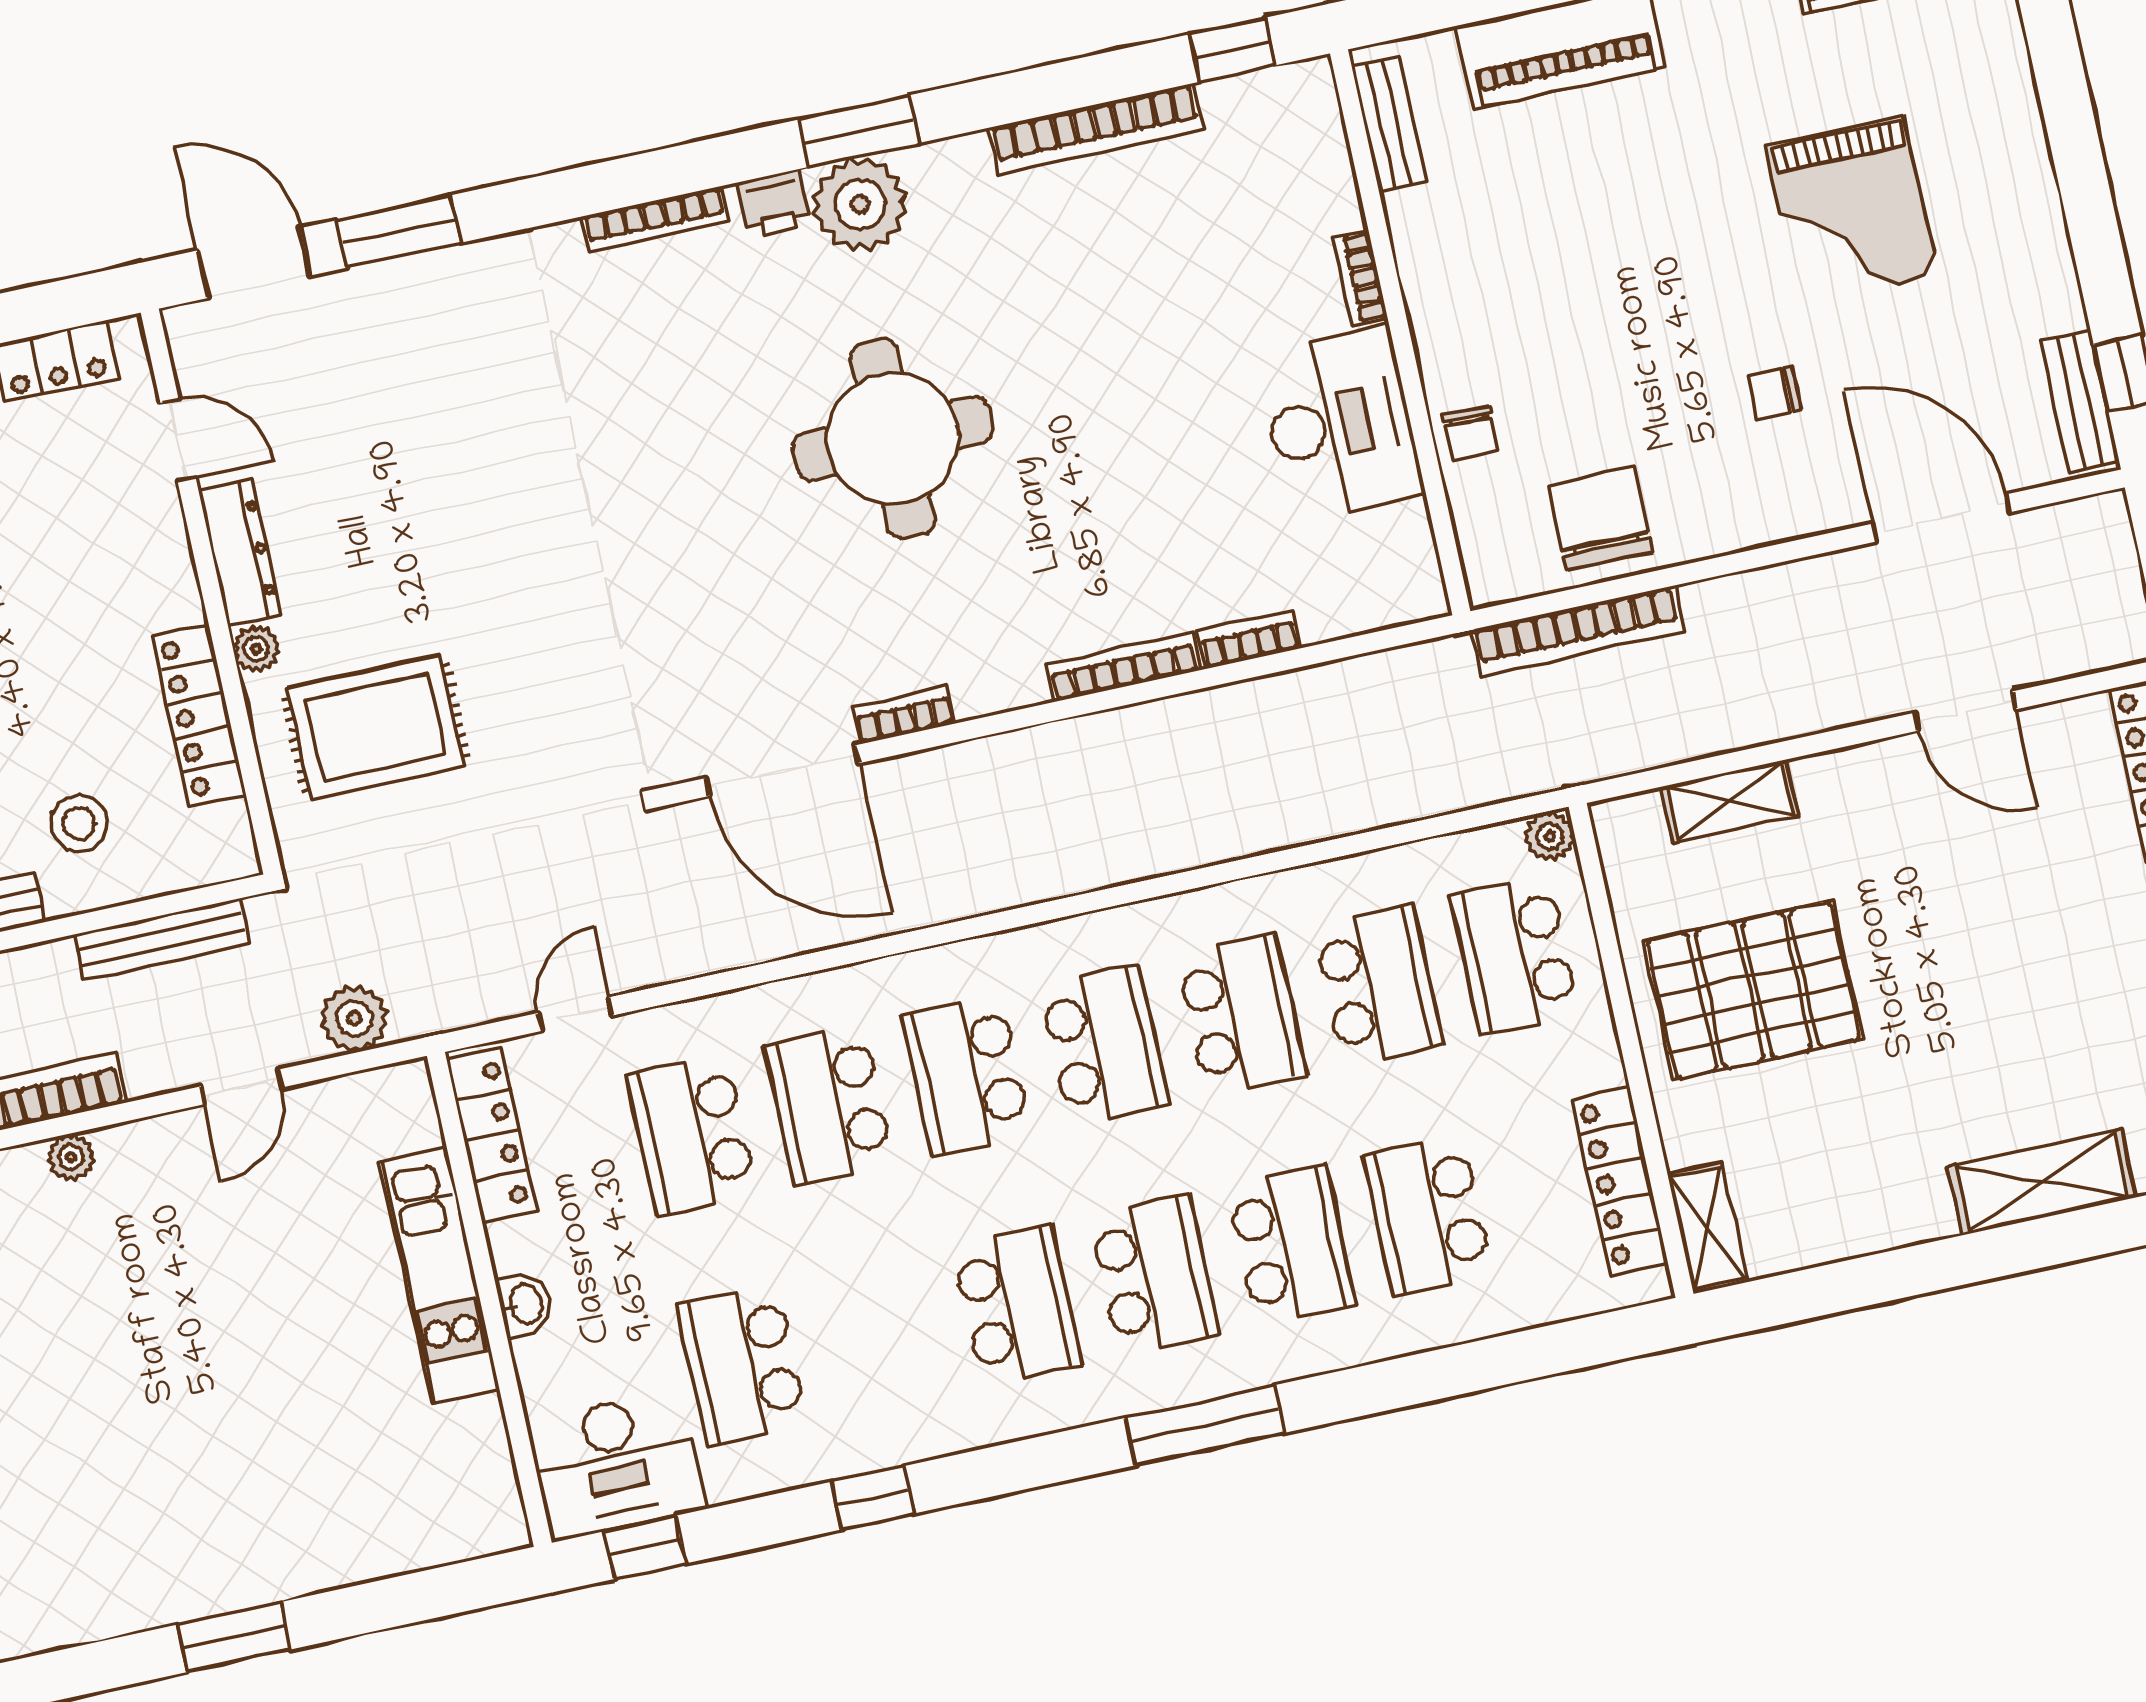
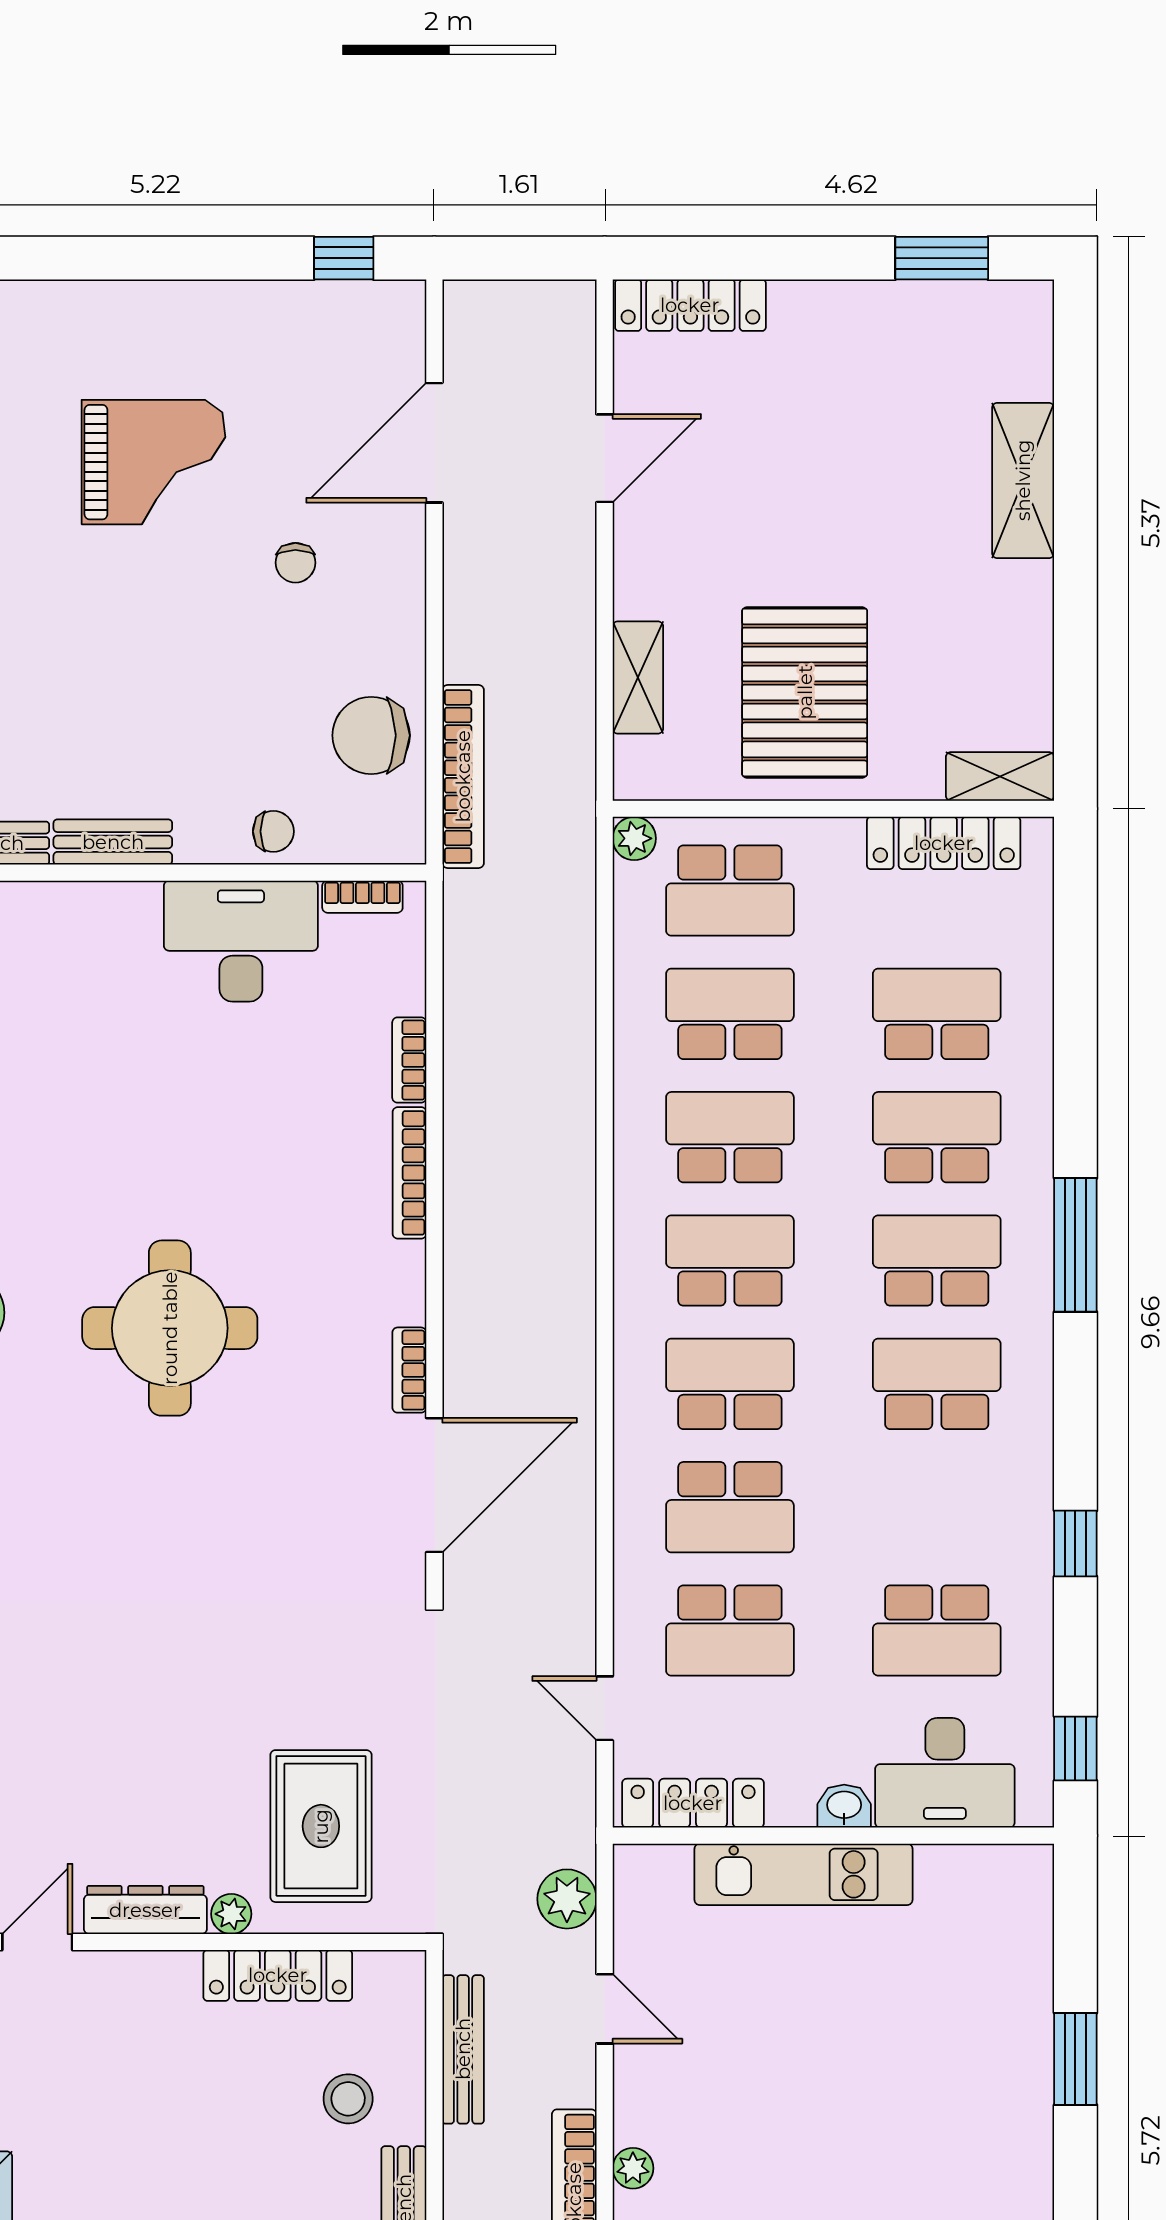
bookcase: (1360, 278) -> (362, 897), moved
bench: (2080, 401) -> (113, 842), moved
school desk: (967, 1075) -> (730, 1384), turned 180
school desk: (1428, 1215) -> (937, 1014), turned 180
desk: (616, 1465) -> (945, 1773), moved, turned 90
window: (234, 1637) -> (1075, 2059), moved

